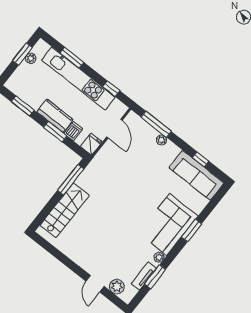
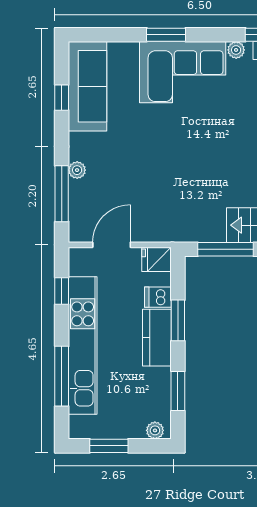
plant: (31, 58) -> (155, 430), moved
window: (72, 58) -> (62, 376), width x1.44

